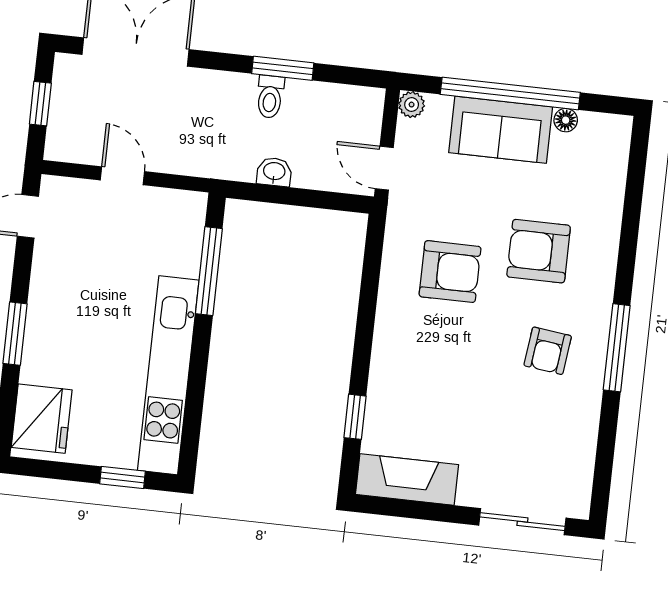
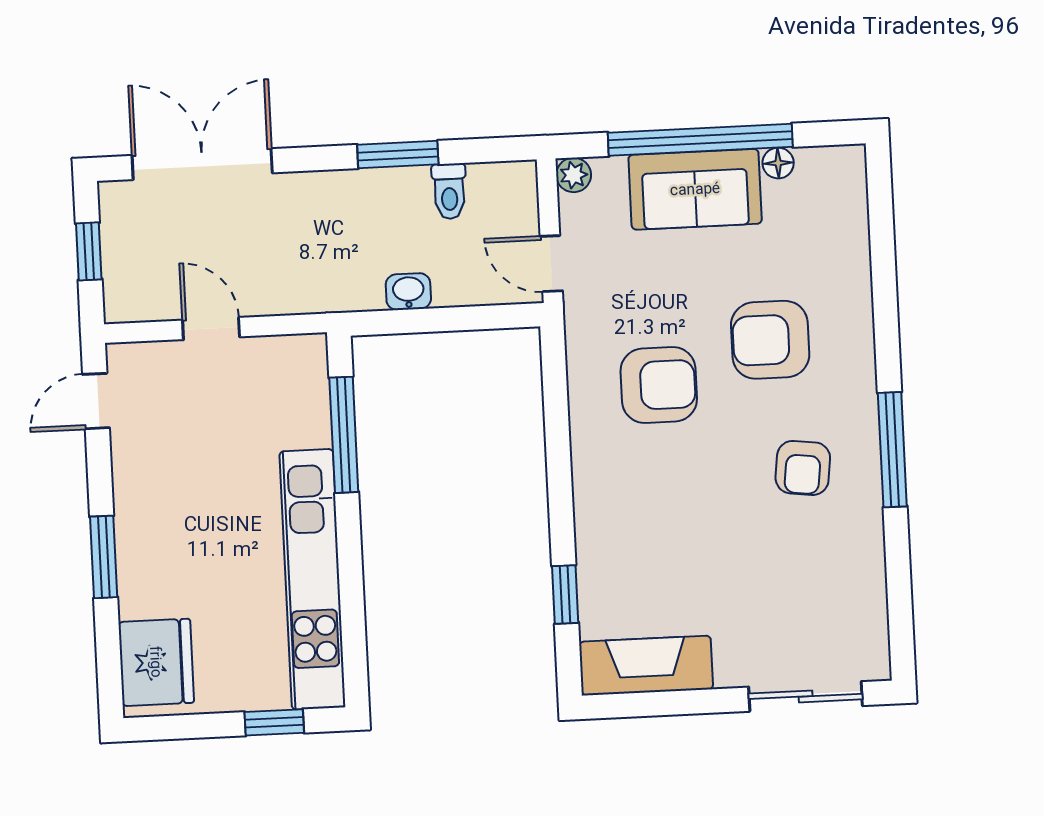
toilet: (270, 97) -> (449, 191), moved

